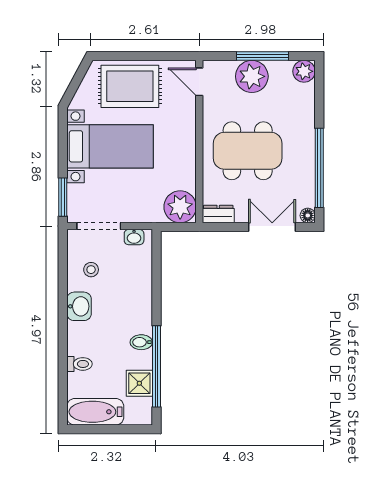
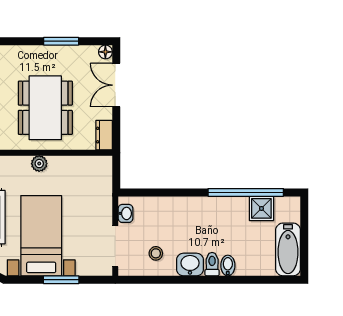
window: (319, 168) -> (61, 41), width x0.47
window: (63, 197) -> (61, 280), moved
plant: (180, 207) -> (39, 164), moved, width x0.53, depth x0.53
bidet: (141, 342) -> (228, 265), moved, turned 180
toilet: (79, 364) -> (212, 264), moved

